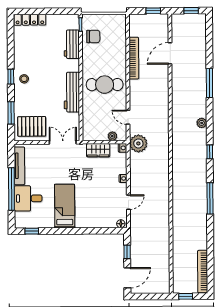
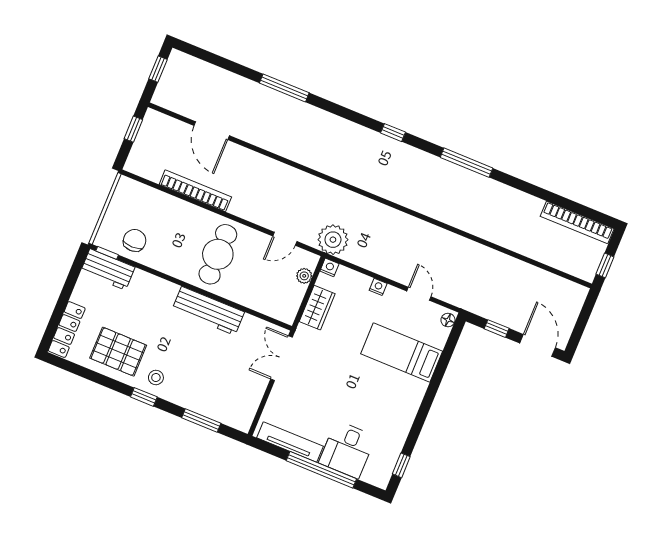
workbench: (72, 44) -> (108, 269), moved
plant: (202, 123) -> (342, 126), removed
pallet: (32, 126) -> (118, 352), moved, turned 90
bed: (65, 206) -> (402, 353), moved

